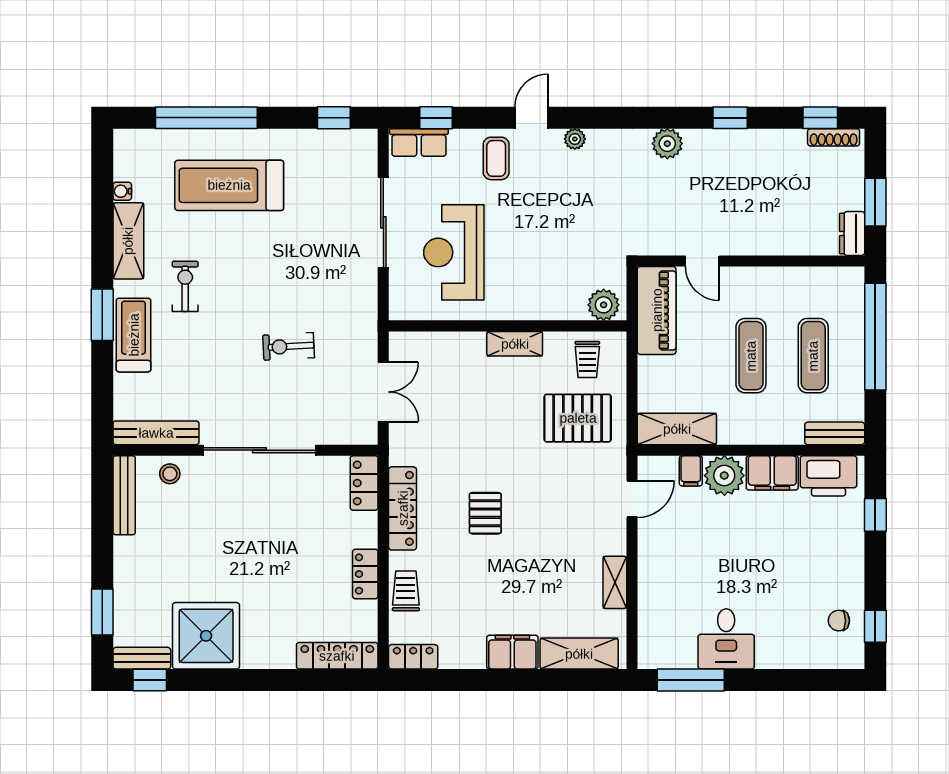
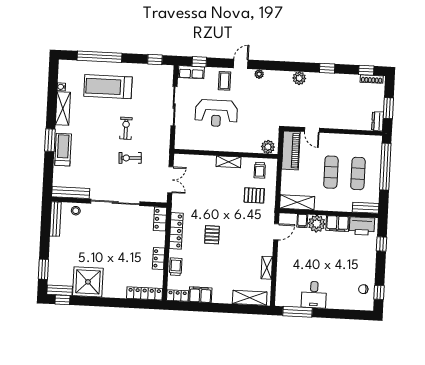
reception desk: (454, 252) -> (216, 113), moved, turned -90
exercise bike: (185, 286) -> (126, 128), moved
pallet: (578, 418) -> (254, 195), width x0.67, depth x0.71
filing cabinet: (512, 652) -> (200, 295), moved

